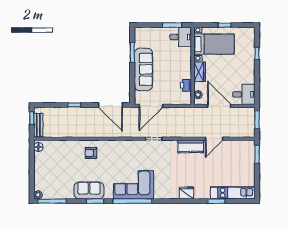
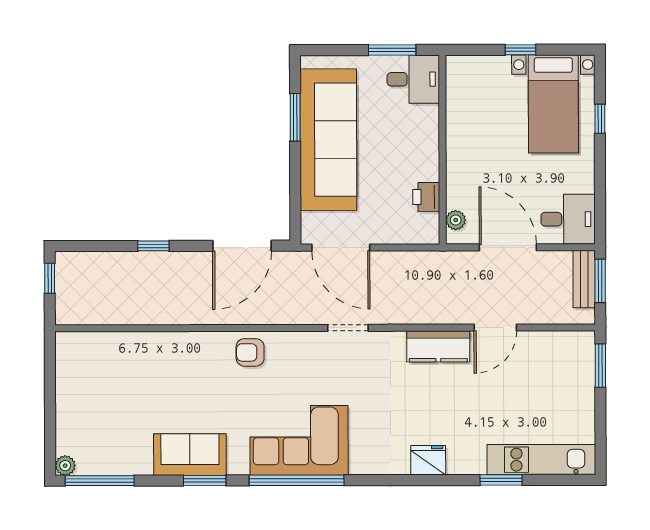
bed with nightstands: (214, 44) -> (553, 104), moved, turned 90
sofa: (143, 69) -> (328, 140), width x1.36, depth x1.27
wardrobe: (200, 72) -> (460, 164), removed
door: (110, 105) -> (242, 246), hinge flipped
door: (151, 106) -> (341, 248), hinge flipped
bench: (38, 125) -> (584, 279), moved
floor lamp: (38, 147) -> (66, 348), removed
armchair: (91, 153) -> (250, 352), moved

